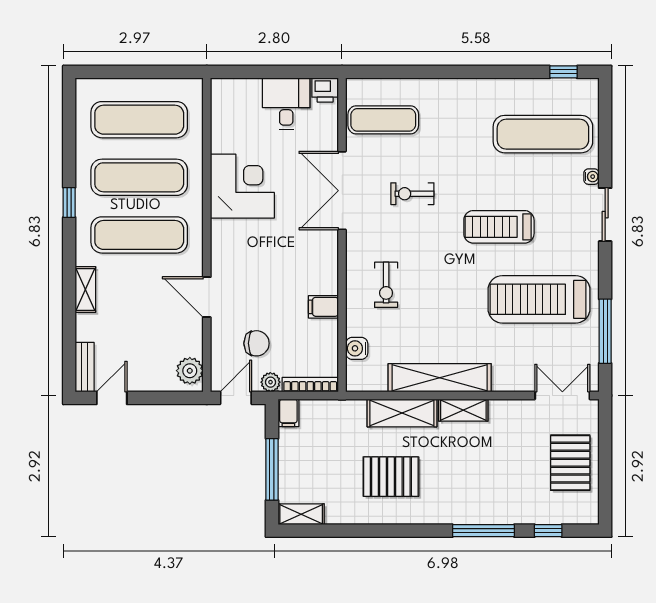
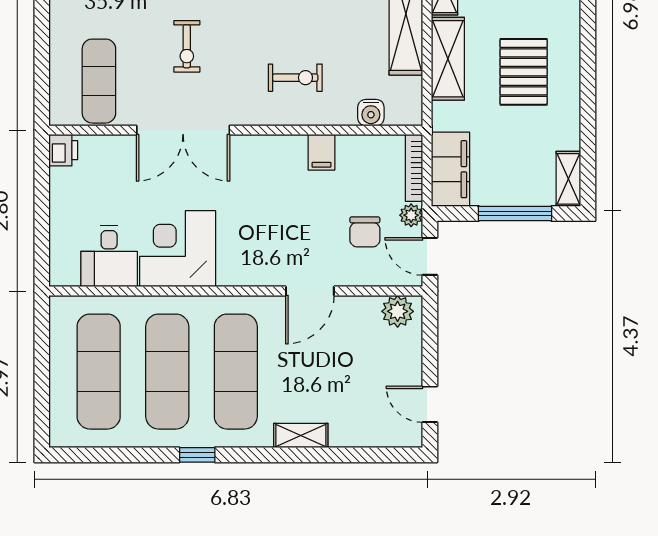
desk: (286, 104) -> (109, 256), moved, turned -90
chair: (257, 343) -> (365, 232), turned 180
bench: (85, 367) -> (393, 436), removed
filing cabinet: (288, 413) -> (450, 169), width x3.00, depth x1.17

